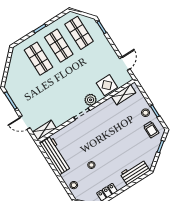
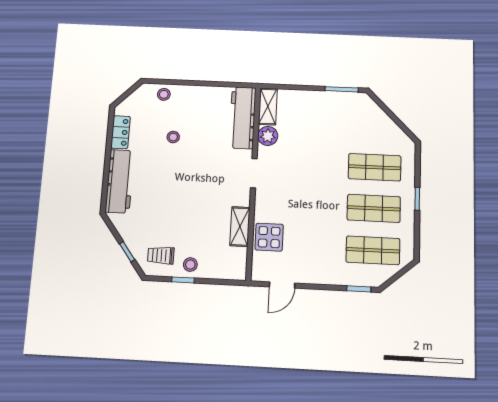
door: (125, 64) -> (282, 285), hinge flipped
shelving: (124, 95) -> (240, 227), moved
plant: (91, 100) -> (268, 136), moved
door: (25, 123) -> (297, 87), removed
workbench: (55, 155) -> (243, 118), moved, turned 90
workbench: (135, 172) -> (120, 181), width x1.38

